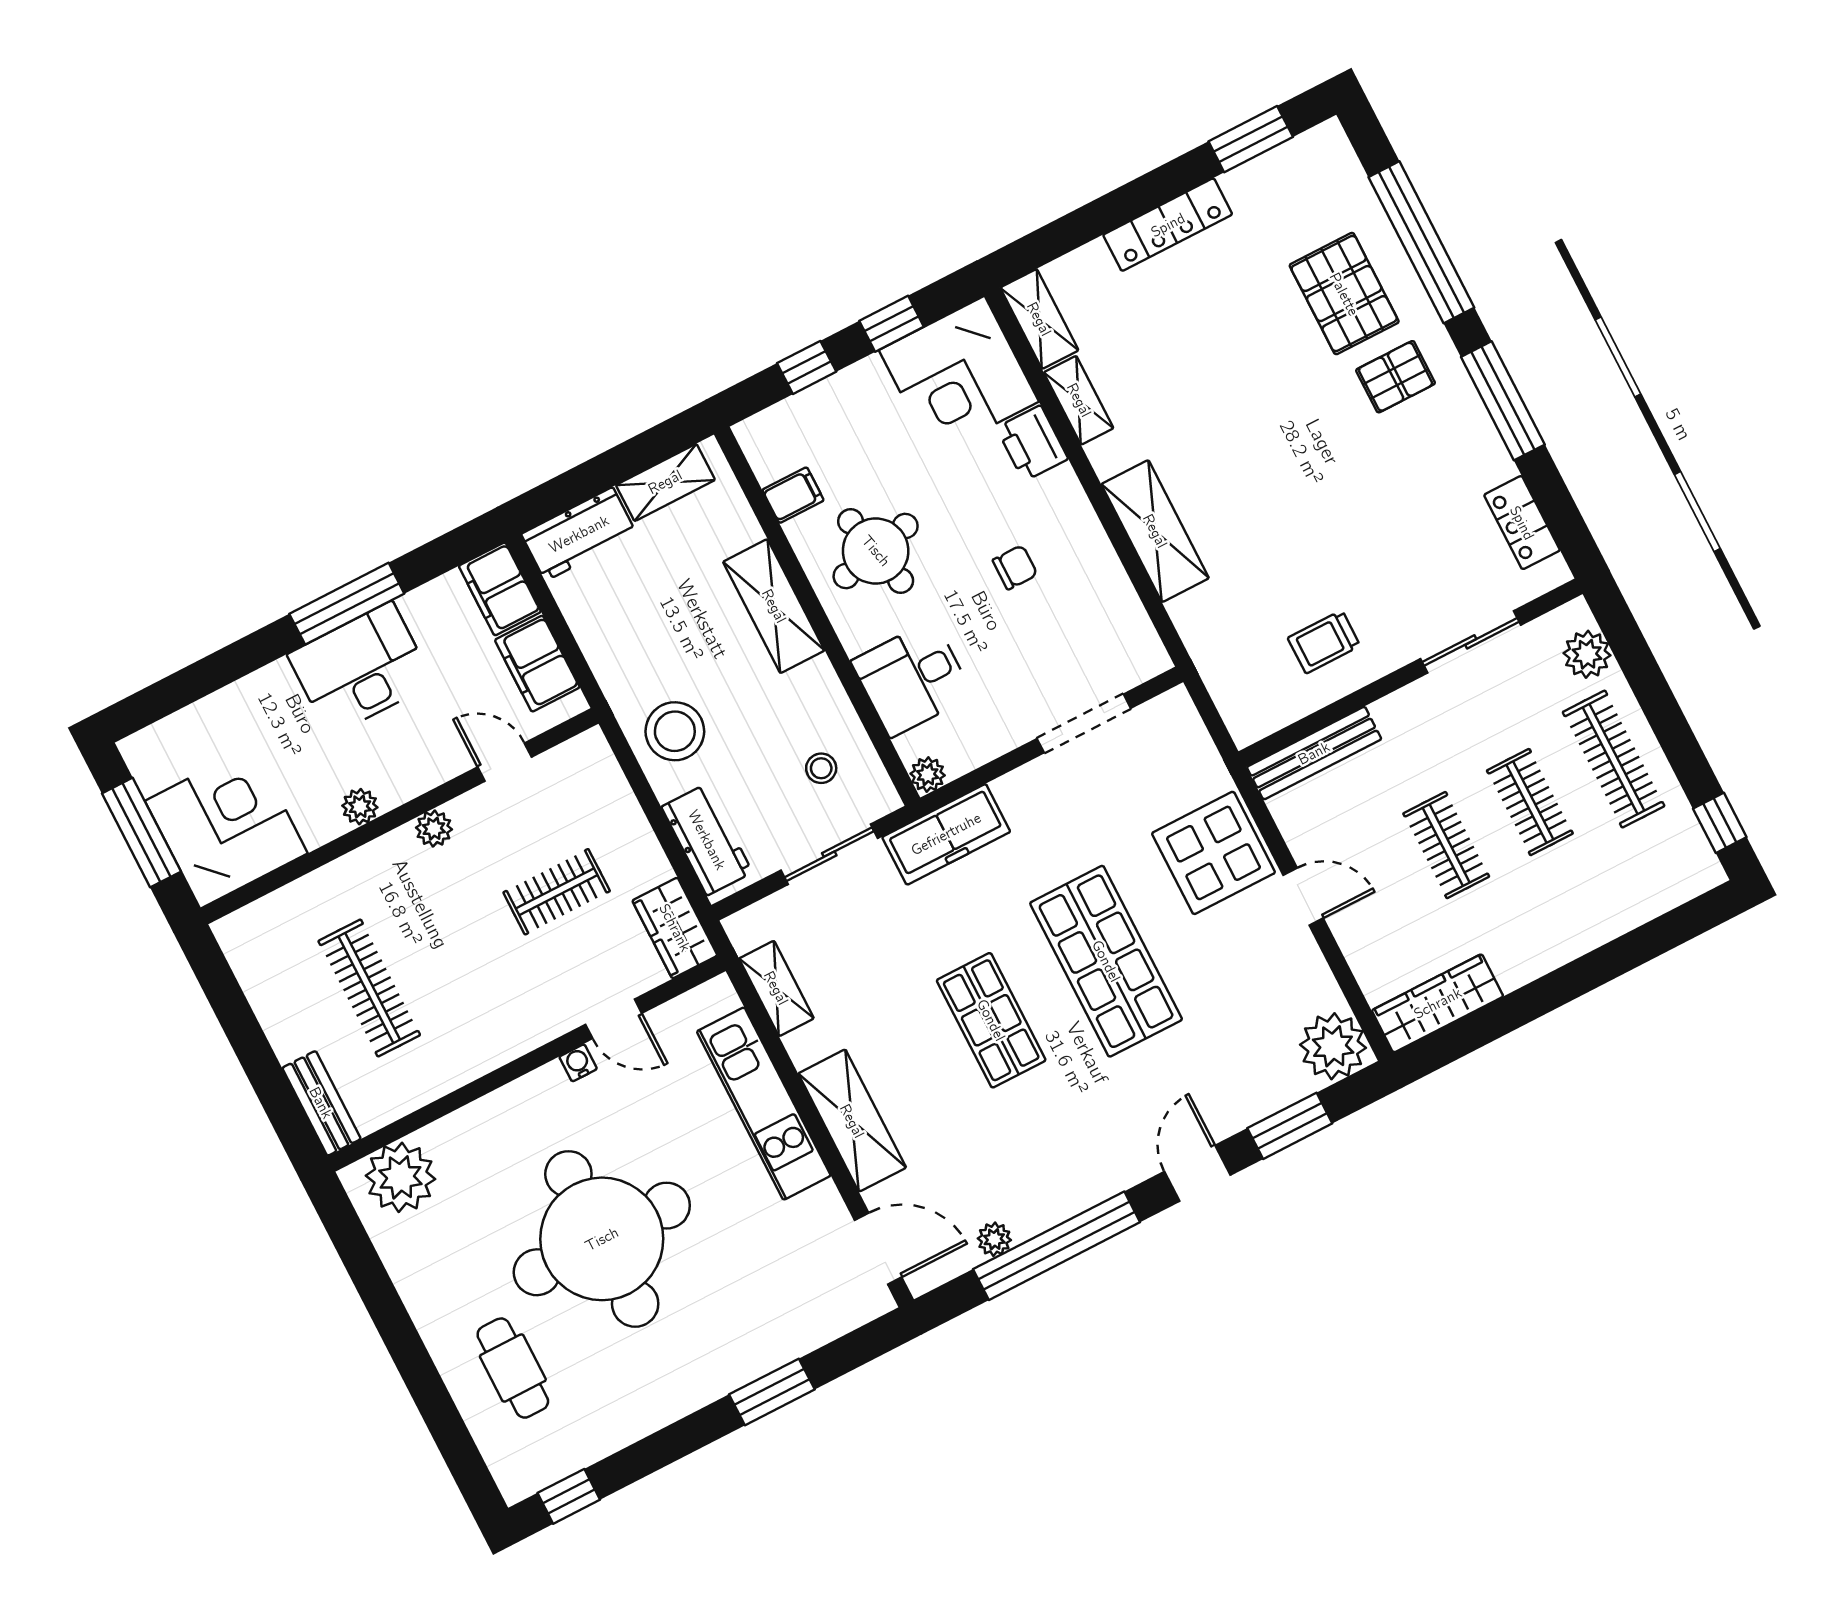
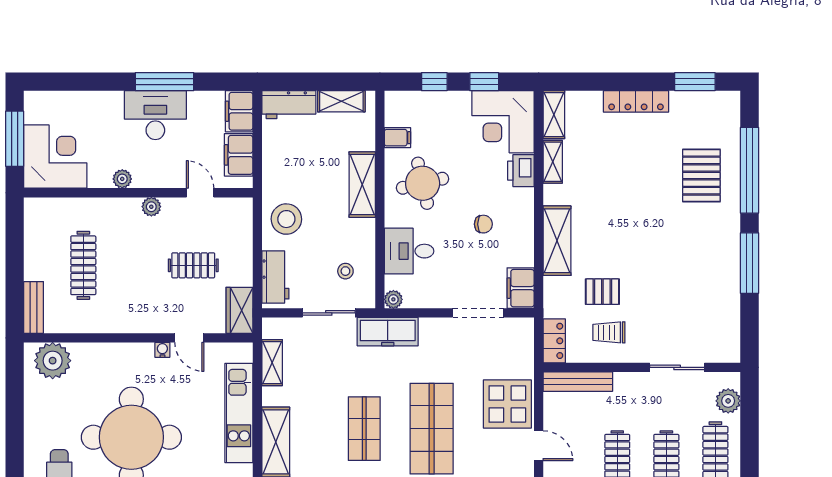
pallet: (1396, 377) -> (602, 292), moved
locker: (1522, 523) -> (554, 341), moved, turned 180
filing cabinet: (1134, 644) -> (521, 288), added

